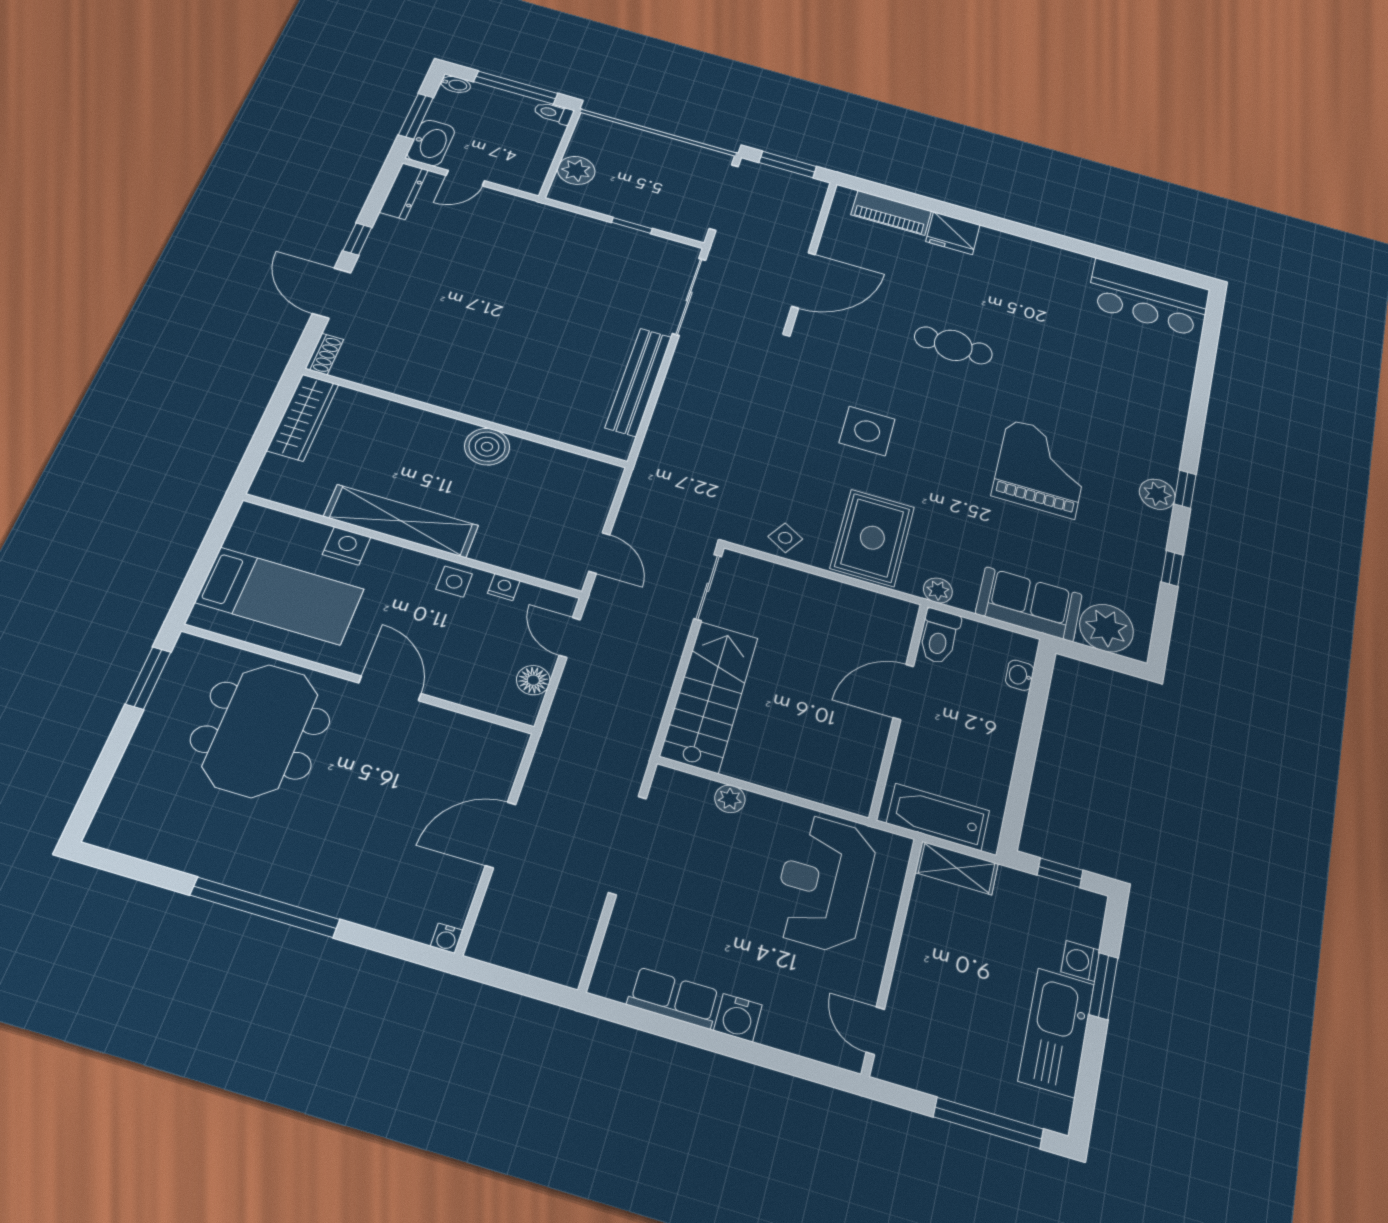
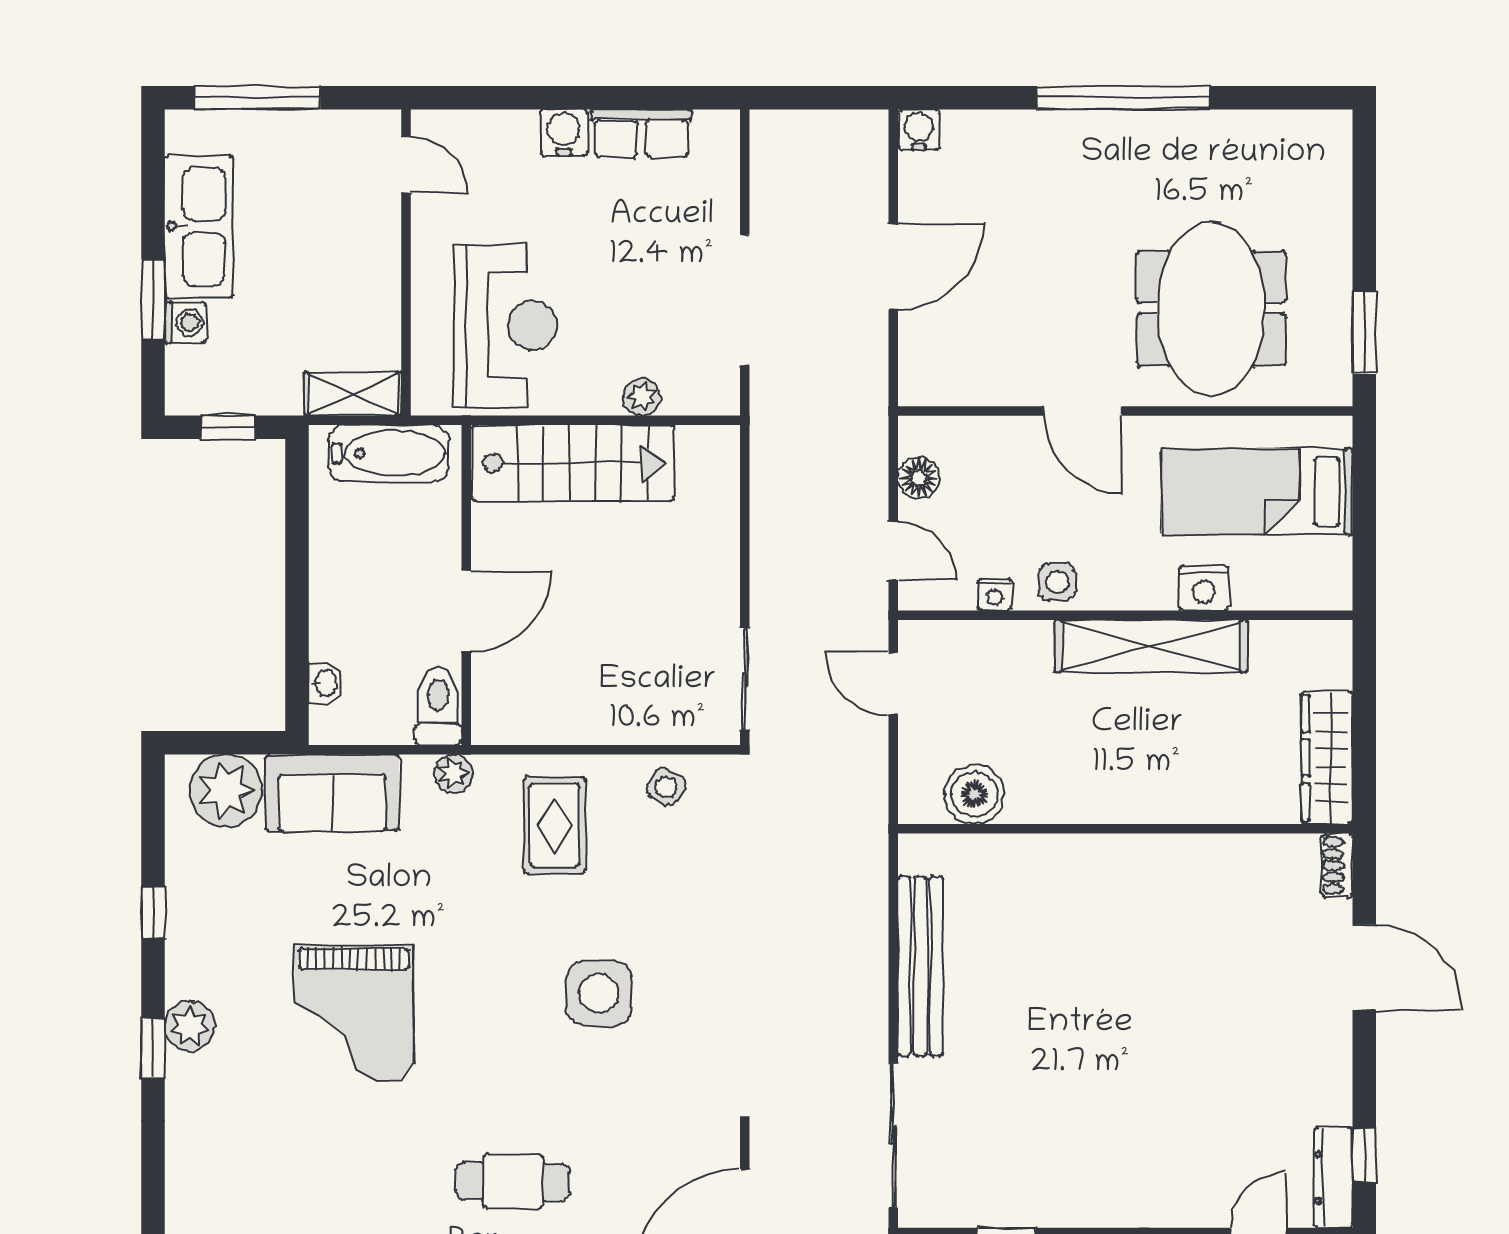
window: (357, 239) -> (1364, 1155), moved
boiler: (487, 447) -> (974, 794), moved
rug: (872, 538) -> (555, 825), width x0.73, depth x0.70
stairs: (709, 696) -> (573, 463), moved, turned -90
water cooler: (447, 938) -> (919, 130), width x1.38, depth x1.38

